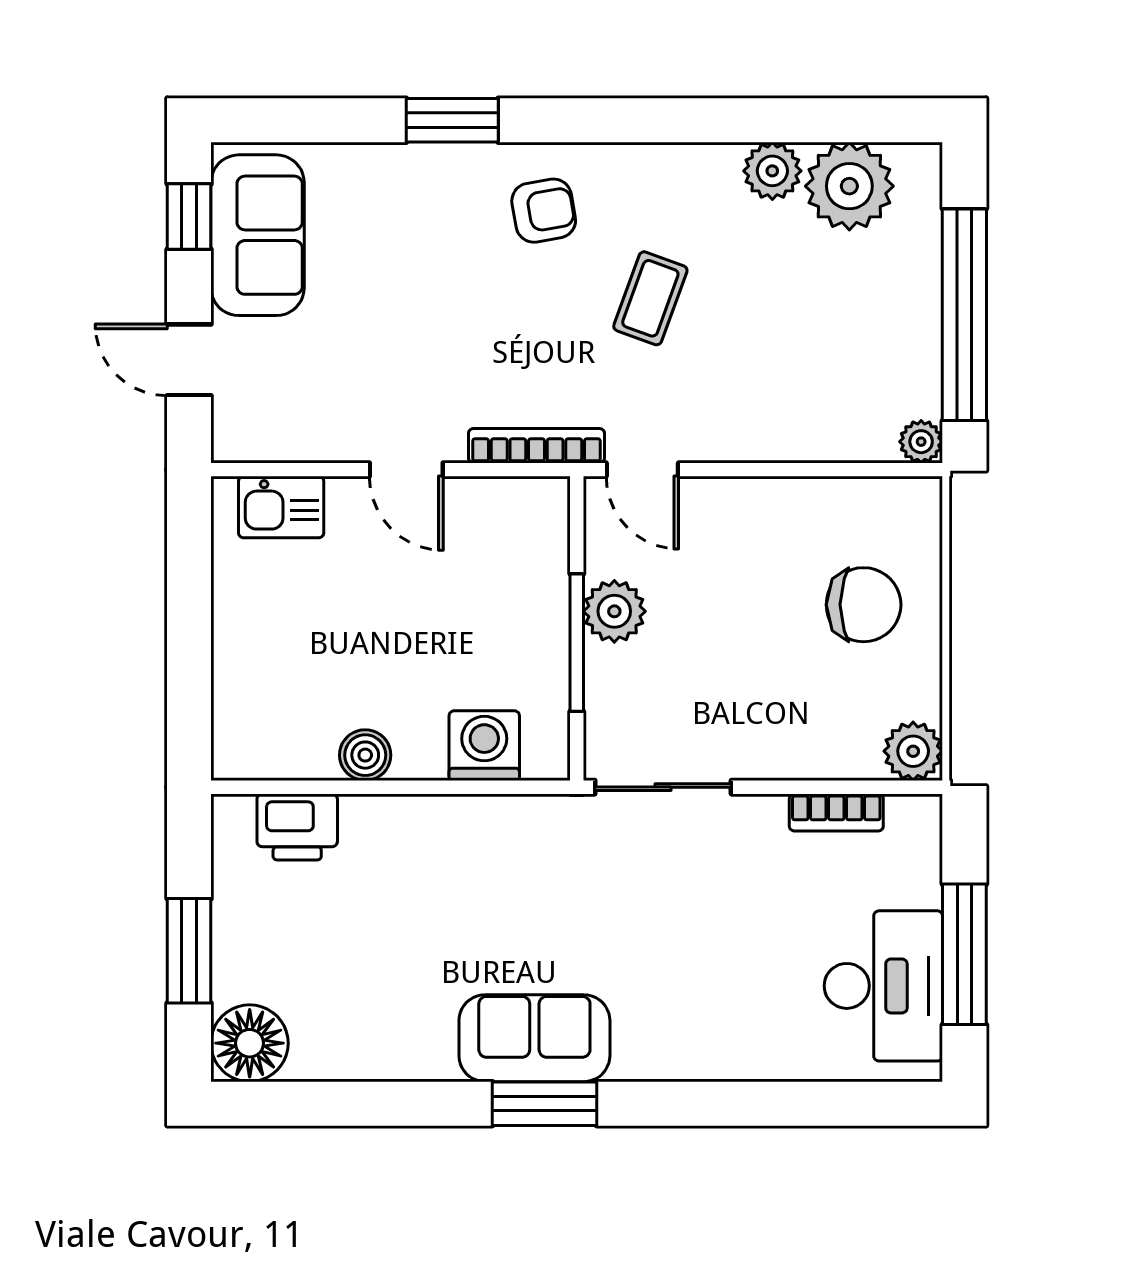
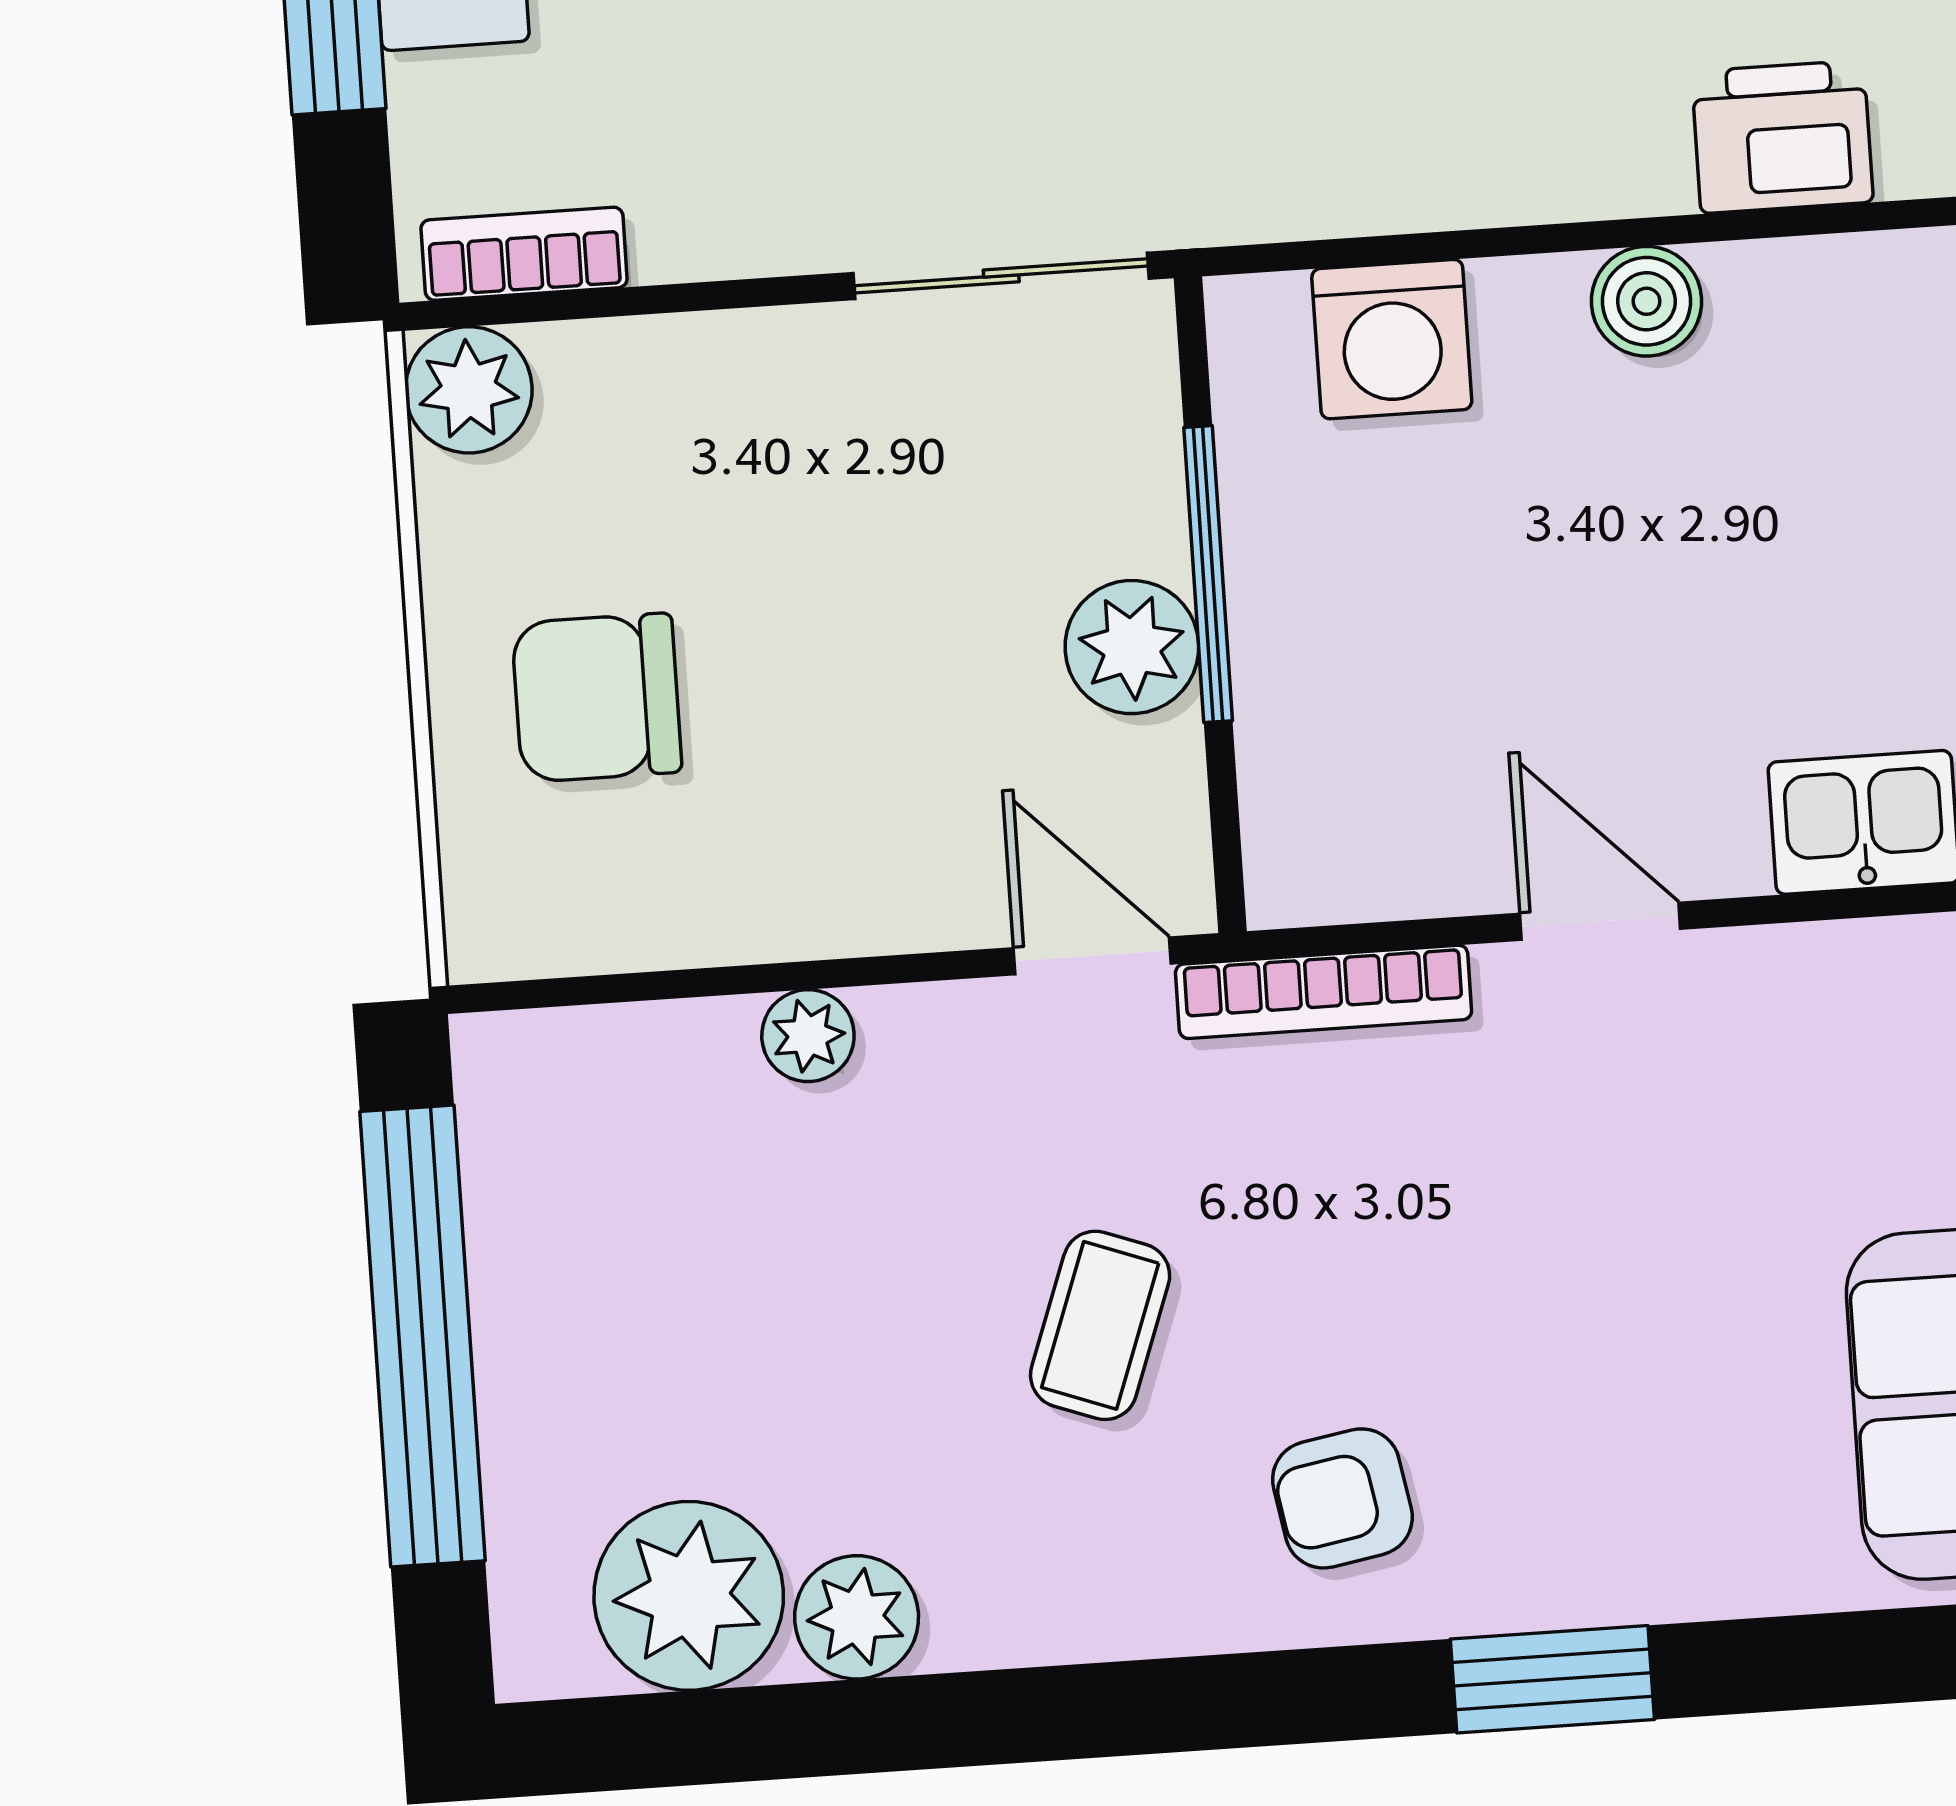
plant: (921, 442) -> (808, 1036), moved
bookcase: (836, 812) -> (524, 254), moved

